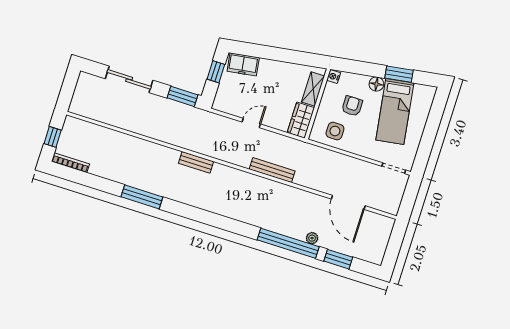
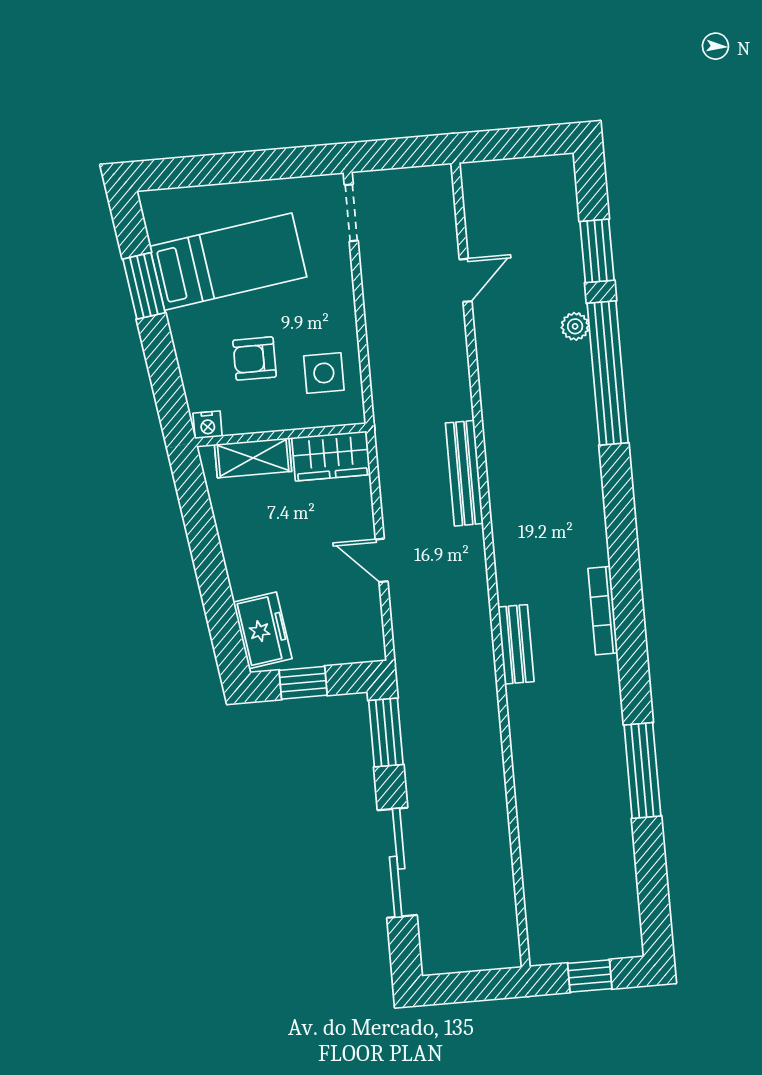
floor lamp: (376, 84) -> (185, 326), removed
bookcase: (70, 163) -> (603, 611), moved
window: (142, 197) -> (642, 771), moved
door: (348, 202) -> (466, 280), width x0.53

